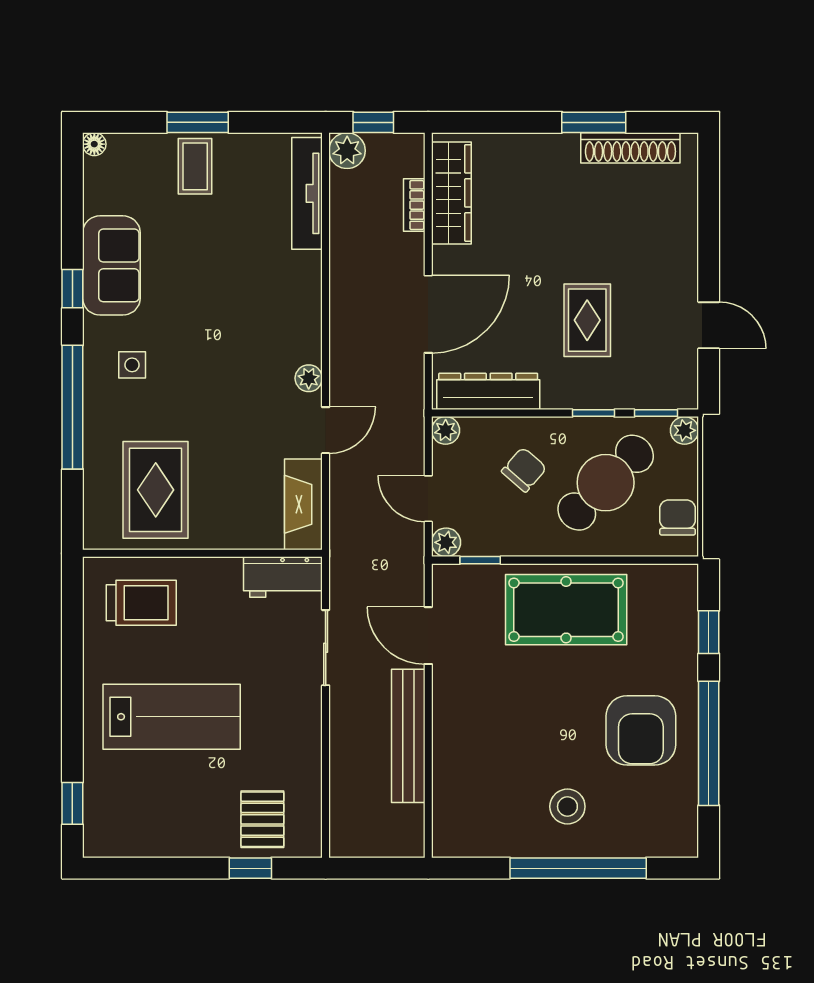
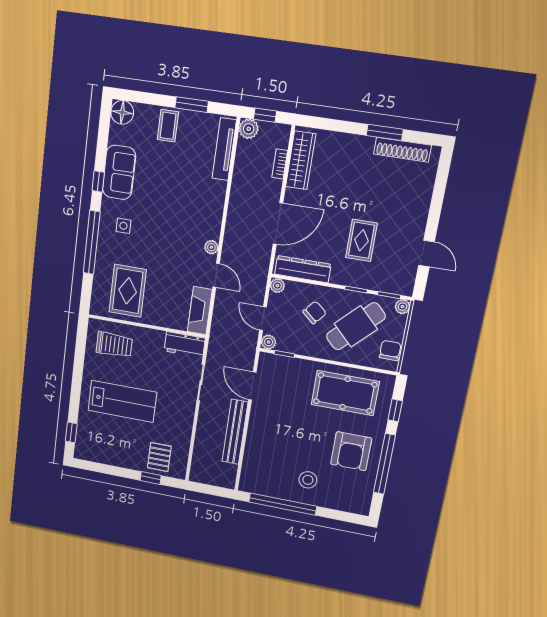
window: (198, 122) -> (192, 105), moved
floor lamp: (94, 144) -> (122, 112), width x1.89, depth x1.89
door: (326, 430) -> (216, 275), hinge flipped
pool table: (566, 610) -> (345, 393), moved
window: (578, 868) -> (283, 504), moved

